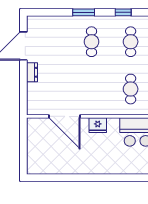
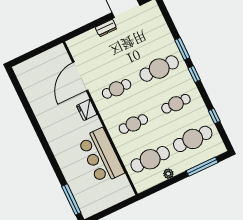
window: (123, 12) -> (194, 74), moved
cafe table: (92, 42) -> (159, 69), width x1.37, depth x1.35
cafe table: (92, 89) -> (117, 89), added

